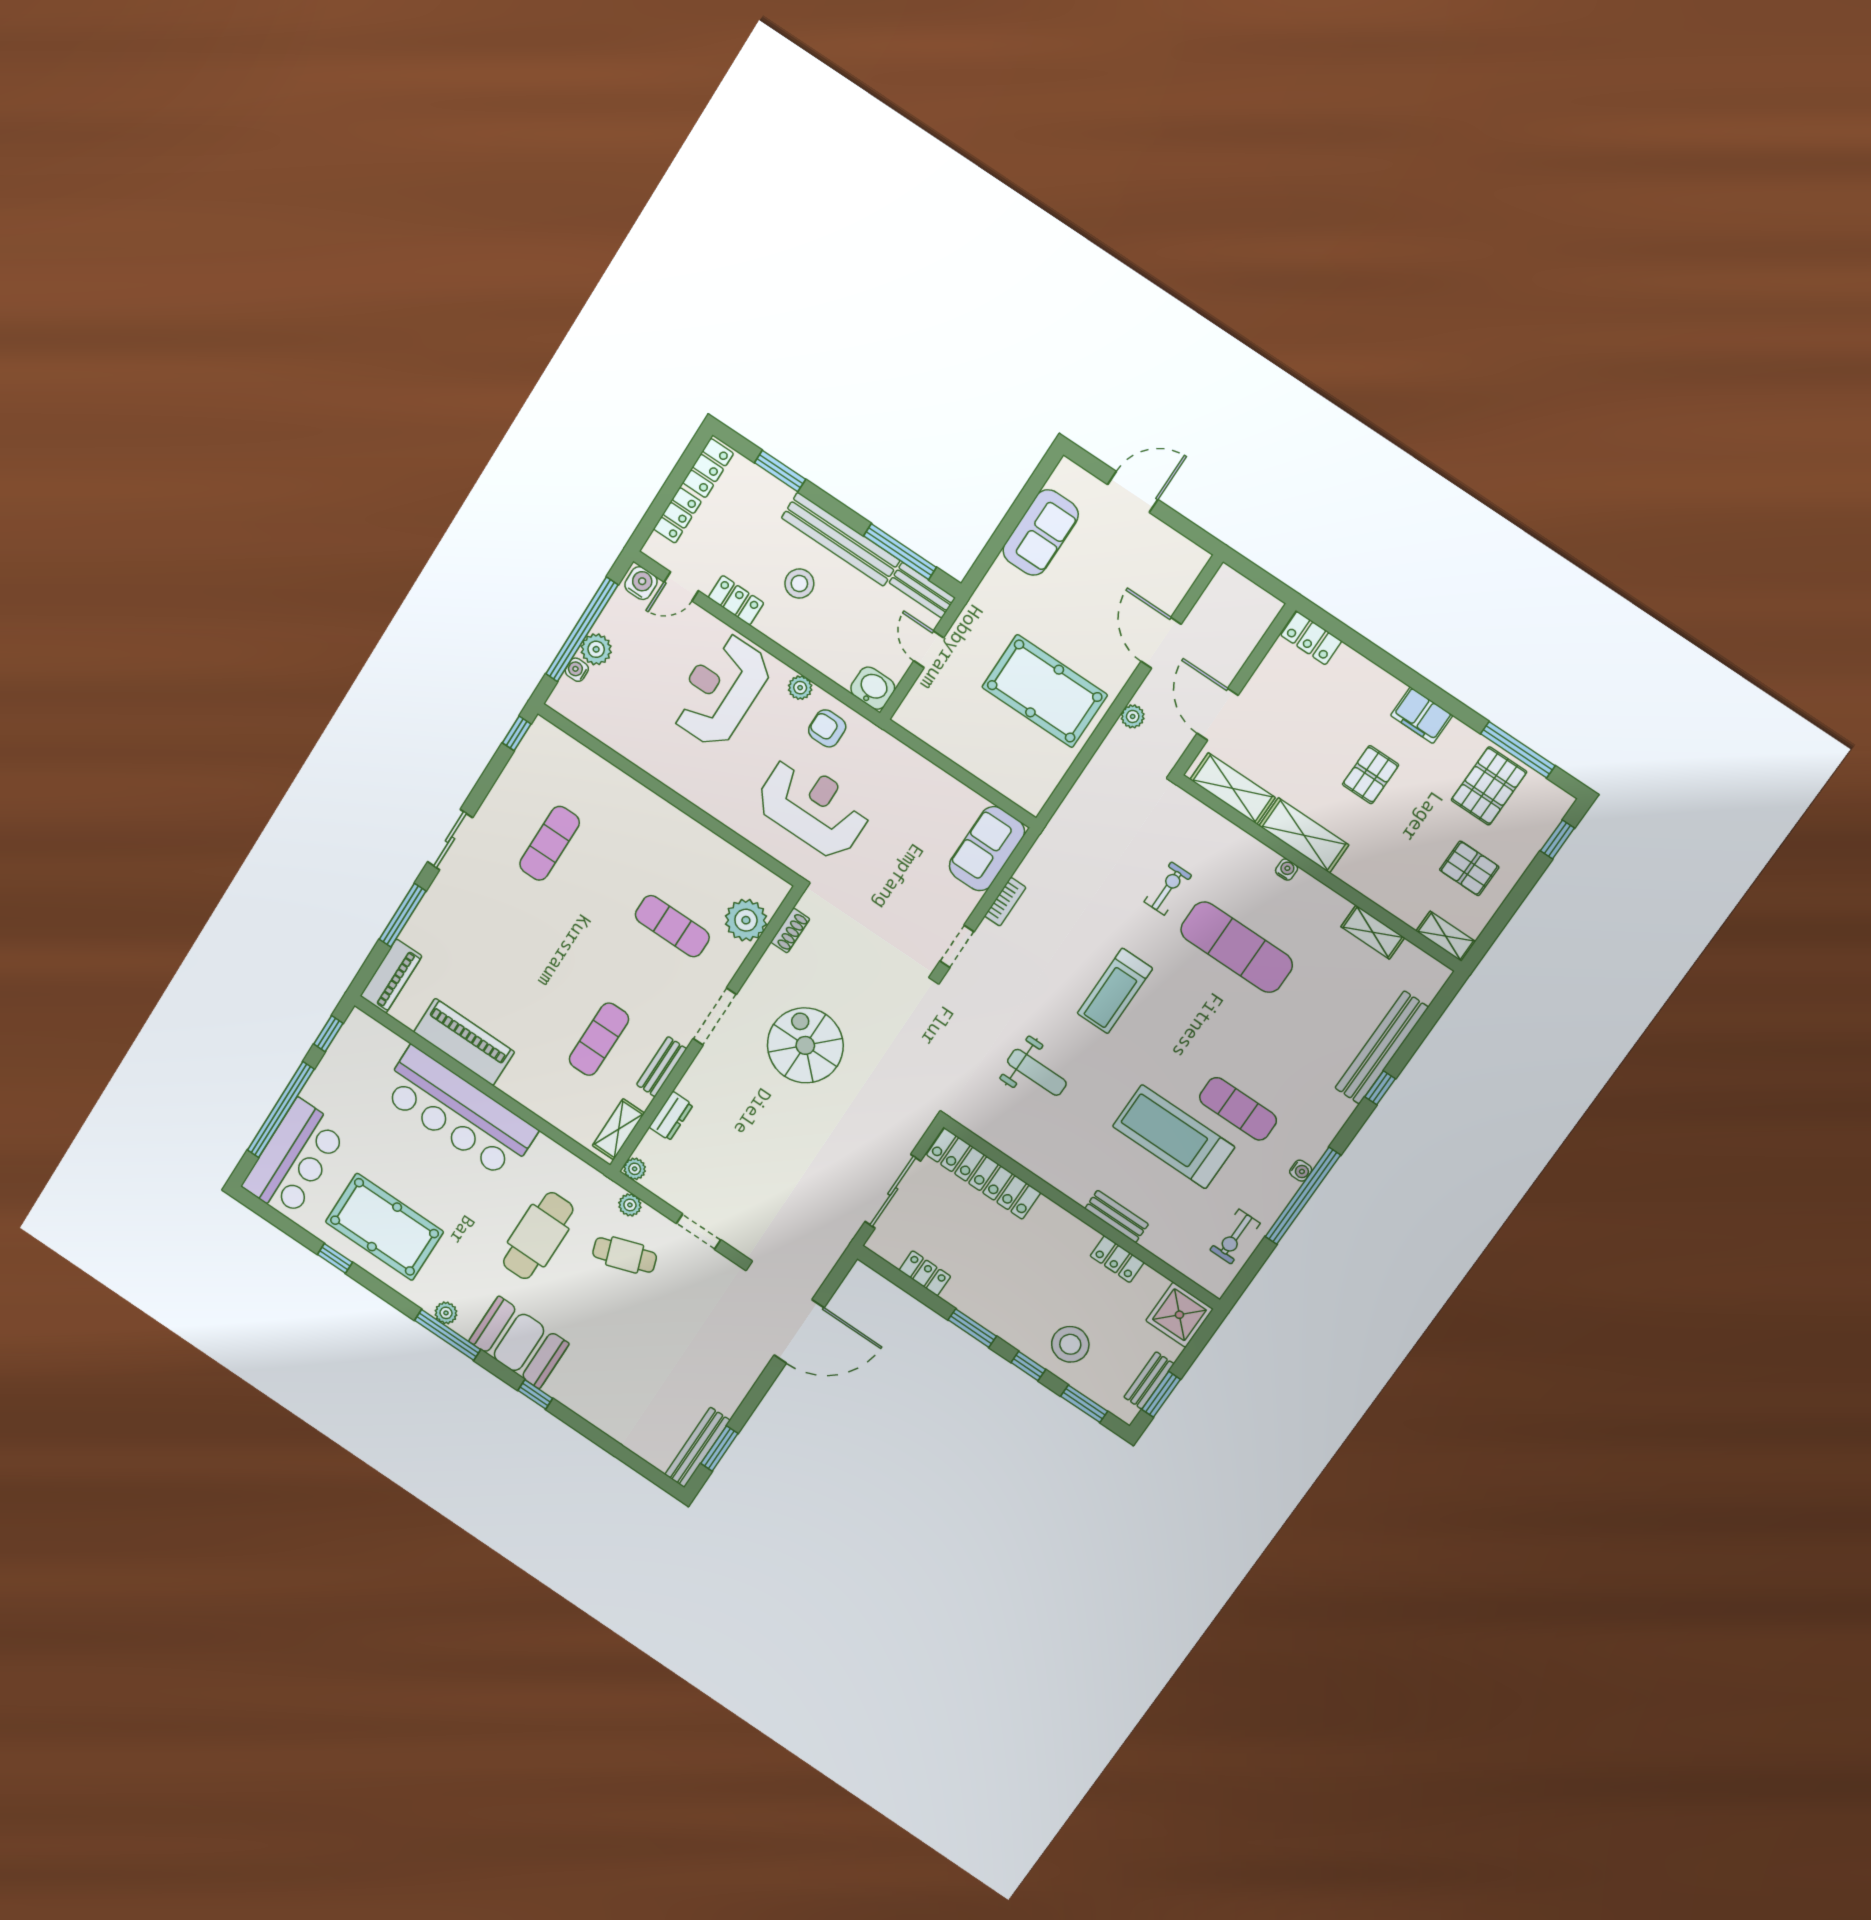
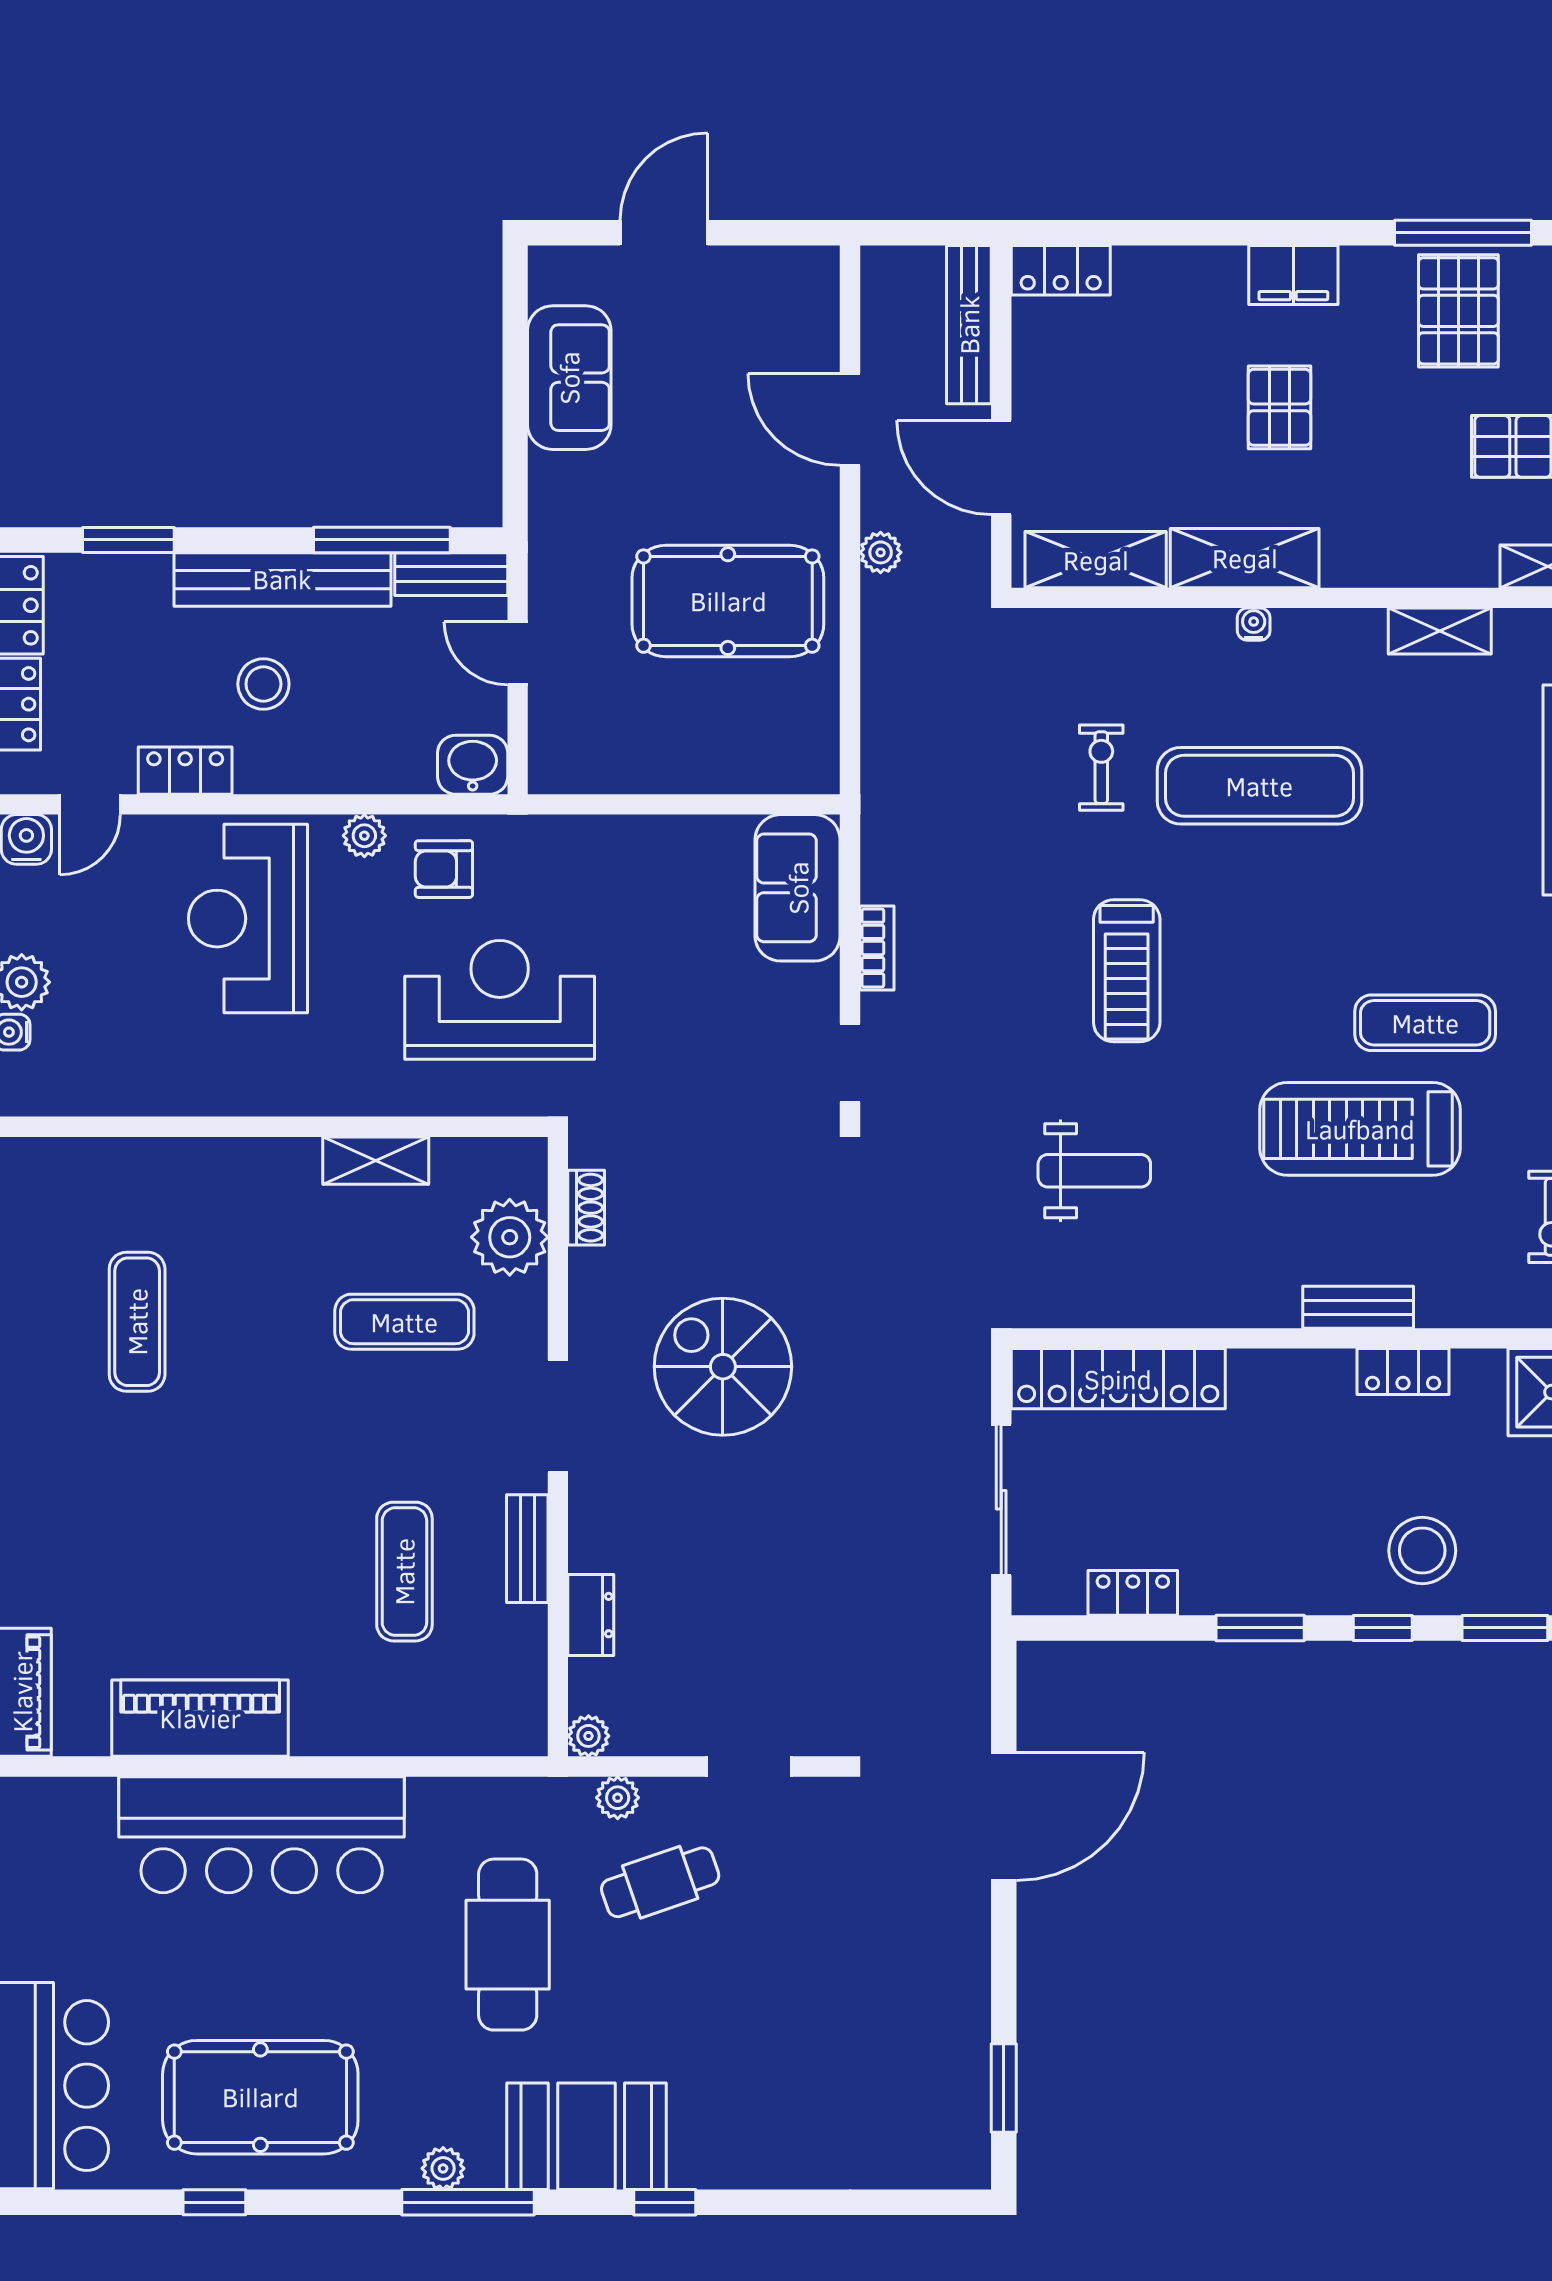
shelving: (618, 1129) -> (376, 1161), moved, turned 90
bench: (697, 1447) -> (969, 325), moved

